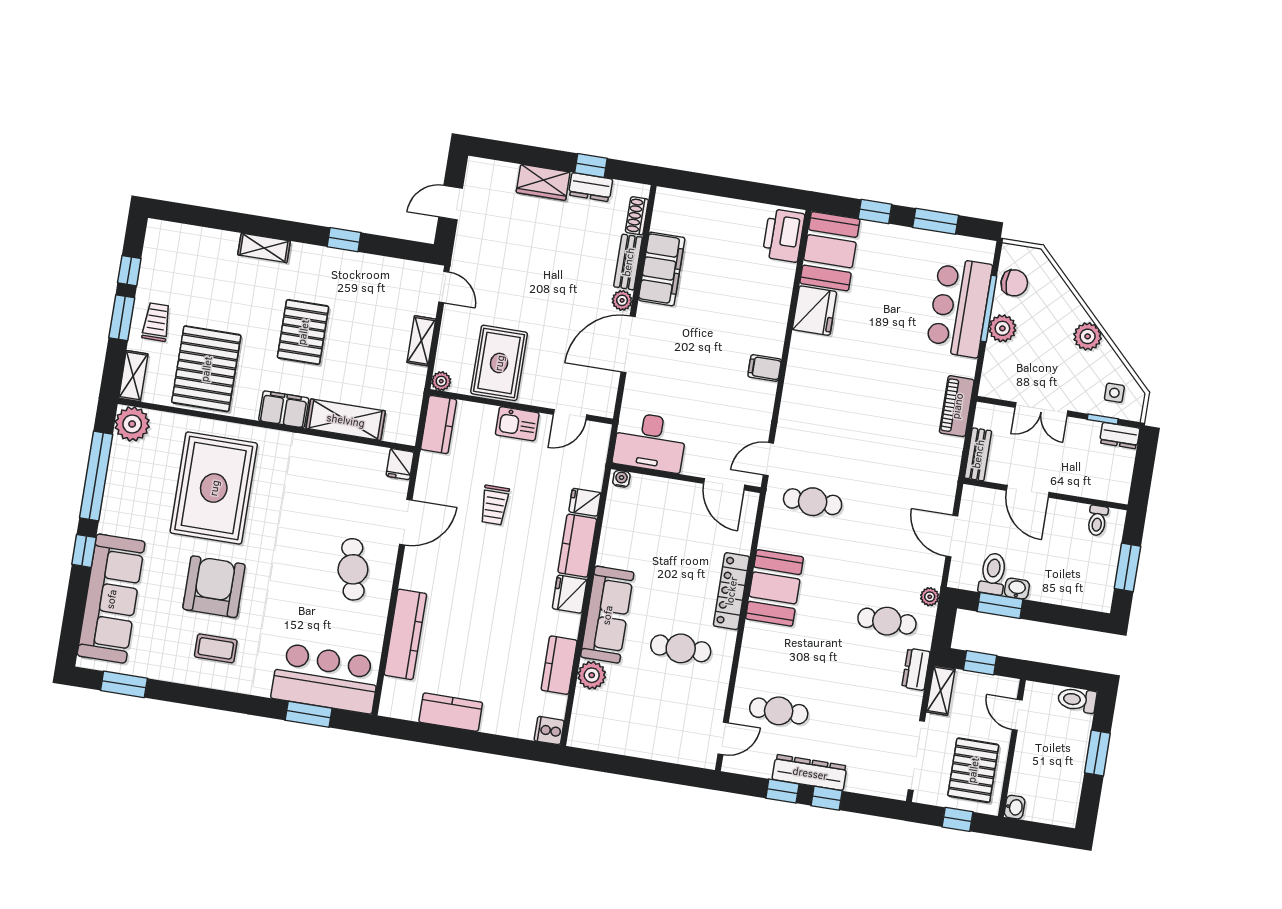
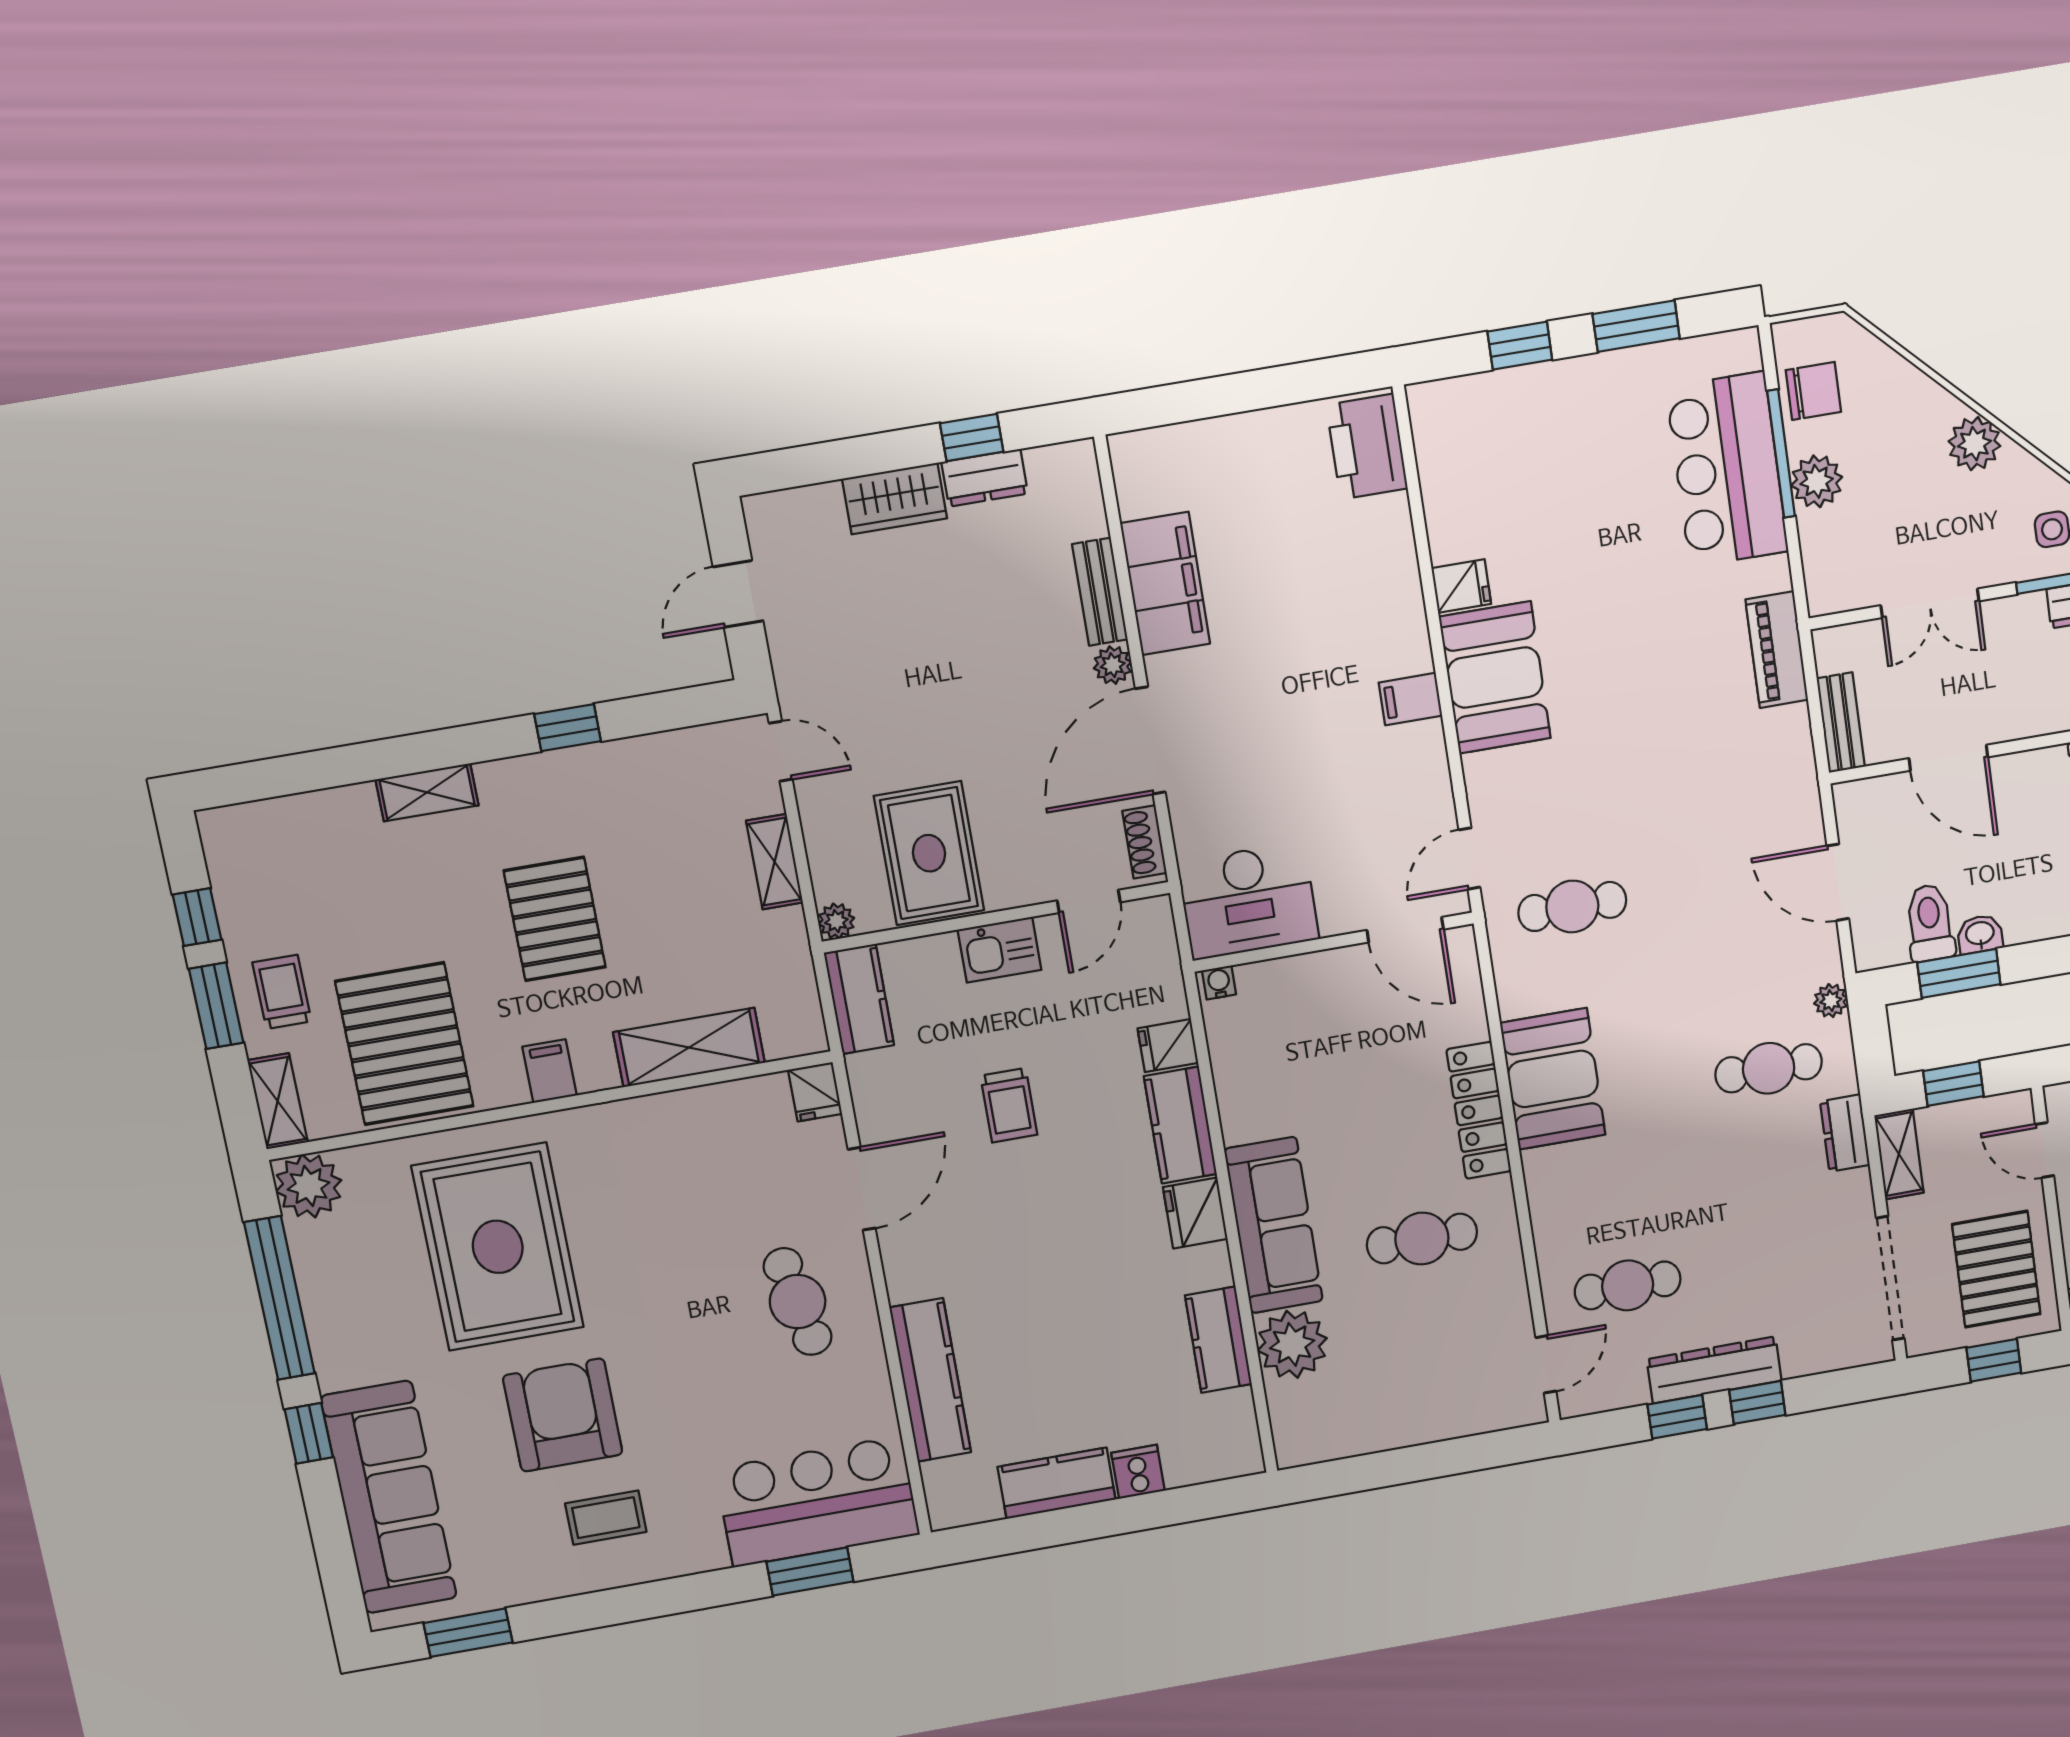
shoe rack: (637, 216) -> (1144, 842), moved
booth: (830, 251) -> (1495, 678), moved
fridge: (815, 311) -> (1461, 586), width x0.53, depth x0.75
filing cabinet: (284, 409) -> (550, 1071), width x0.50
plant: (592, 675) -> (1292, 1344), width x1.36, depth x1.36
cooker: (549, 731) -> (1138, 1472), moved, turned 90

